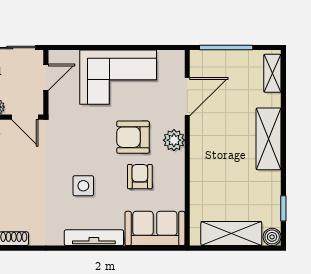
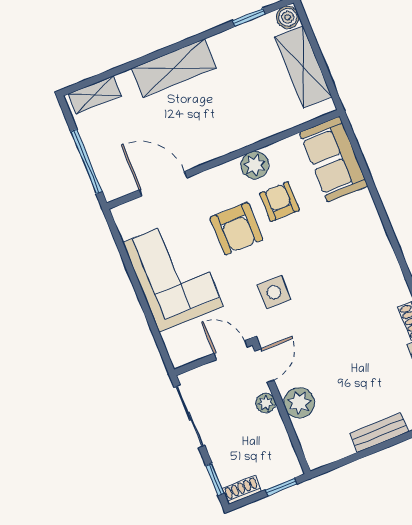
door: (46, 77) -> (231, 350), moved
plant: (174, 140) -> (255, 165), moved
armchair: (140, 177) -> (280, 202), turned 90
side table: (83, 186) -> (274, 292), moved
tv unit: (94, 238) -> (373, 227), removed

